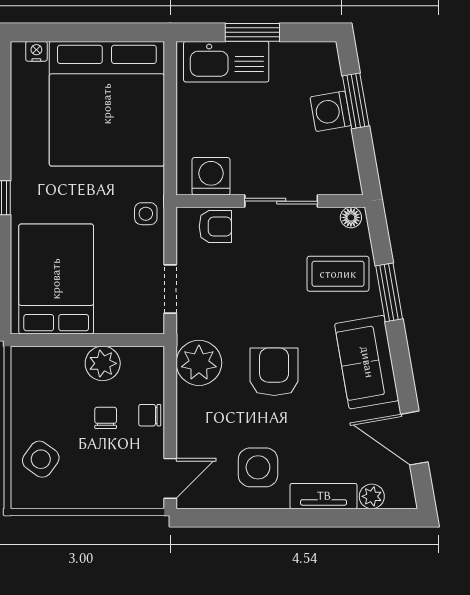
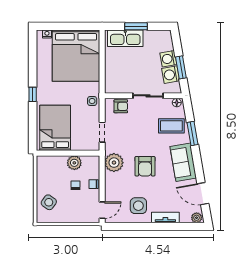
window: (356, 101) -> (181, 67), moved
washing machine: (211, 176) -> (171, 75), moved, turned -100
armchair: (274, 372) -> (145, 166), turned 180
plant: (372, 496) -> (197, 218), moved

